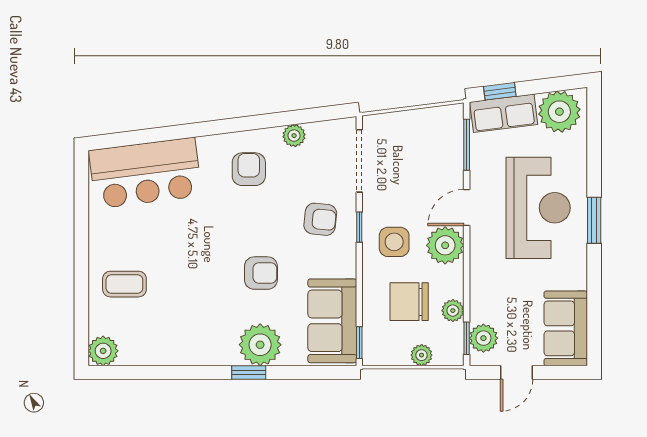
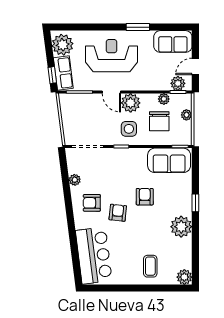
armchair: (320, 219) -> (118, 213), moved
window: (594, 220) -> (138, 27), moved
plant: (260, 345) -> (181, 227), moved
door: (517, 373) -> (195, 67), swing flipped

